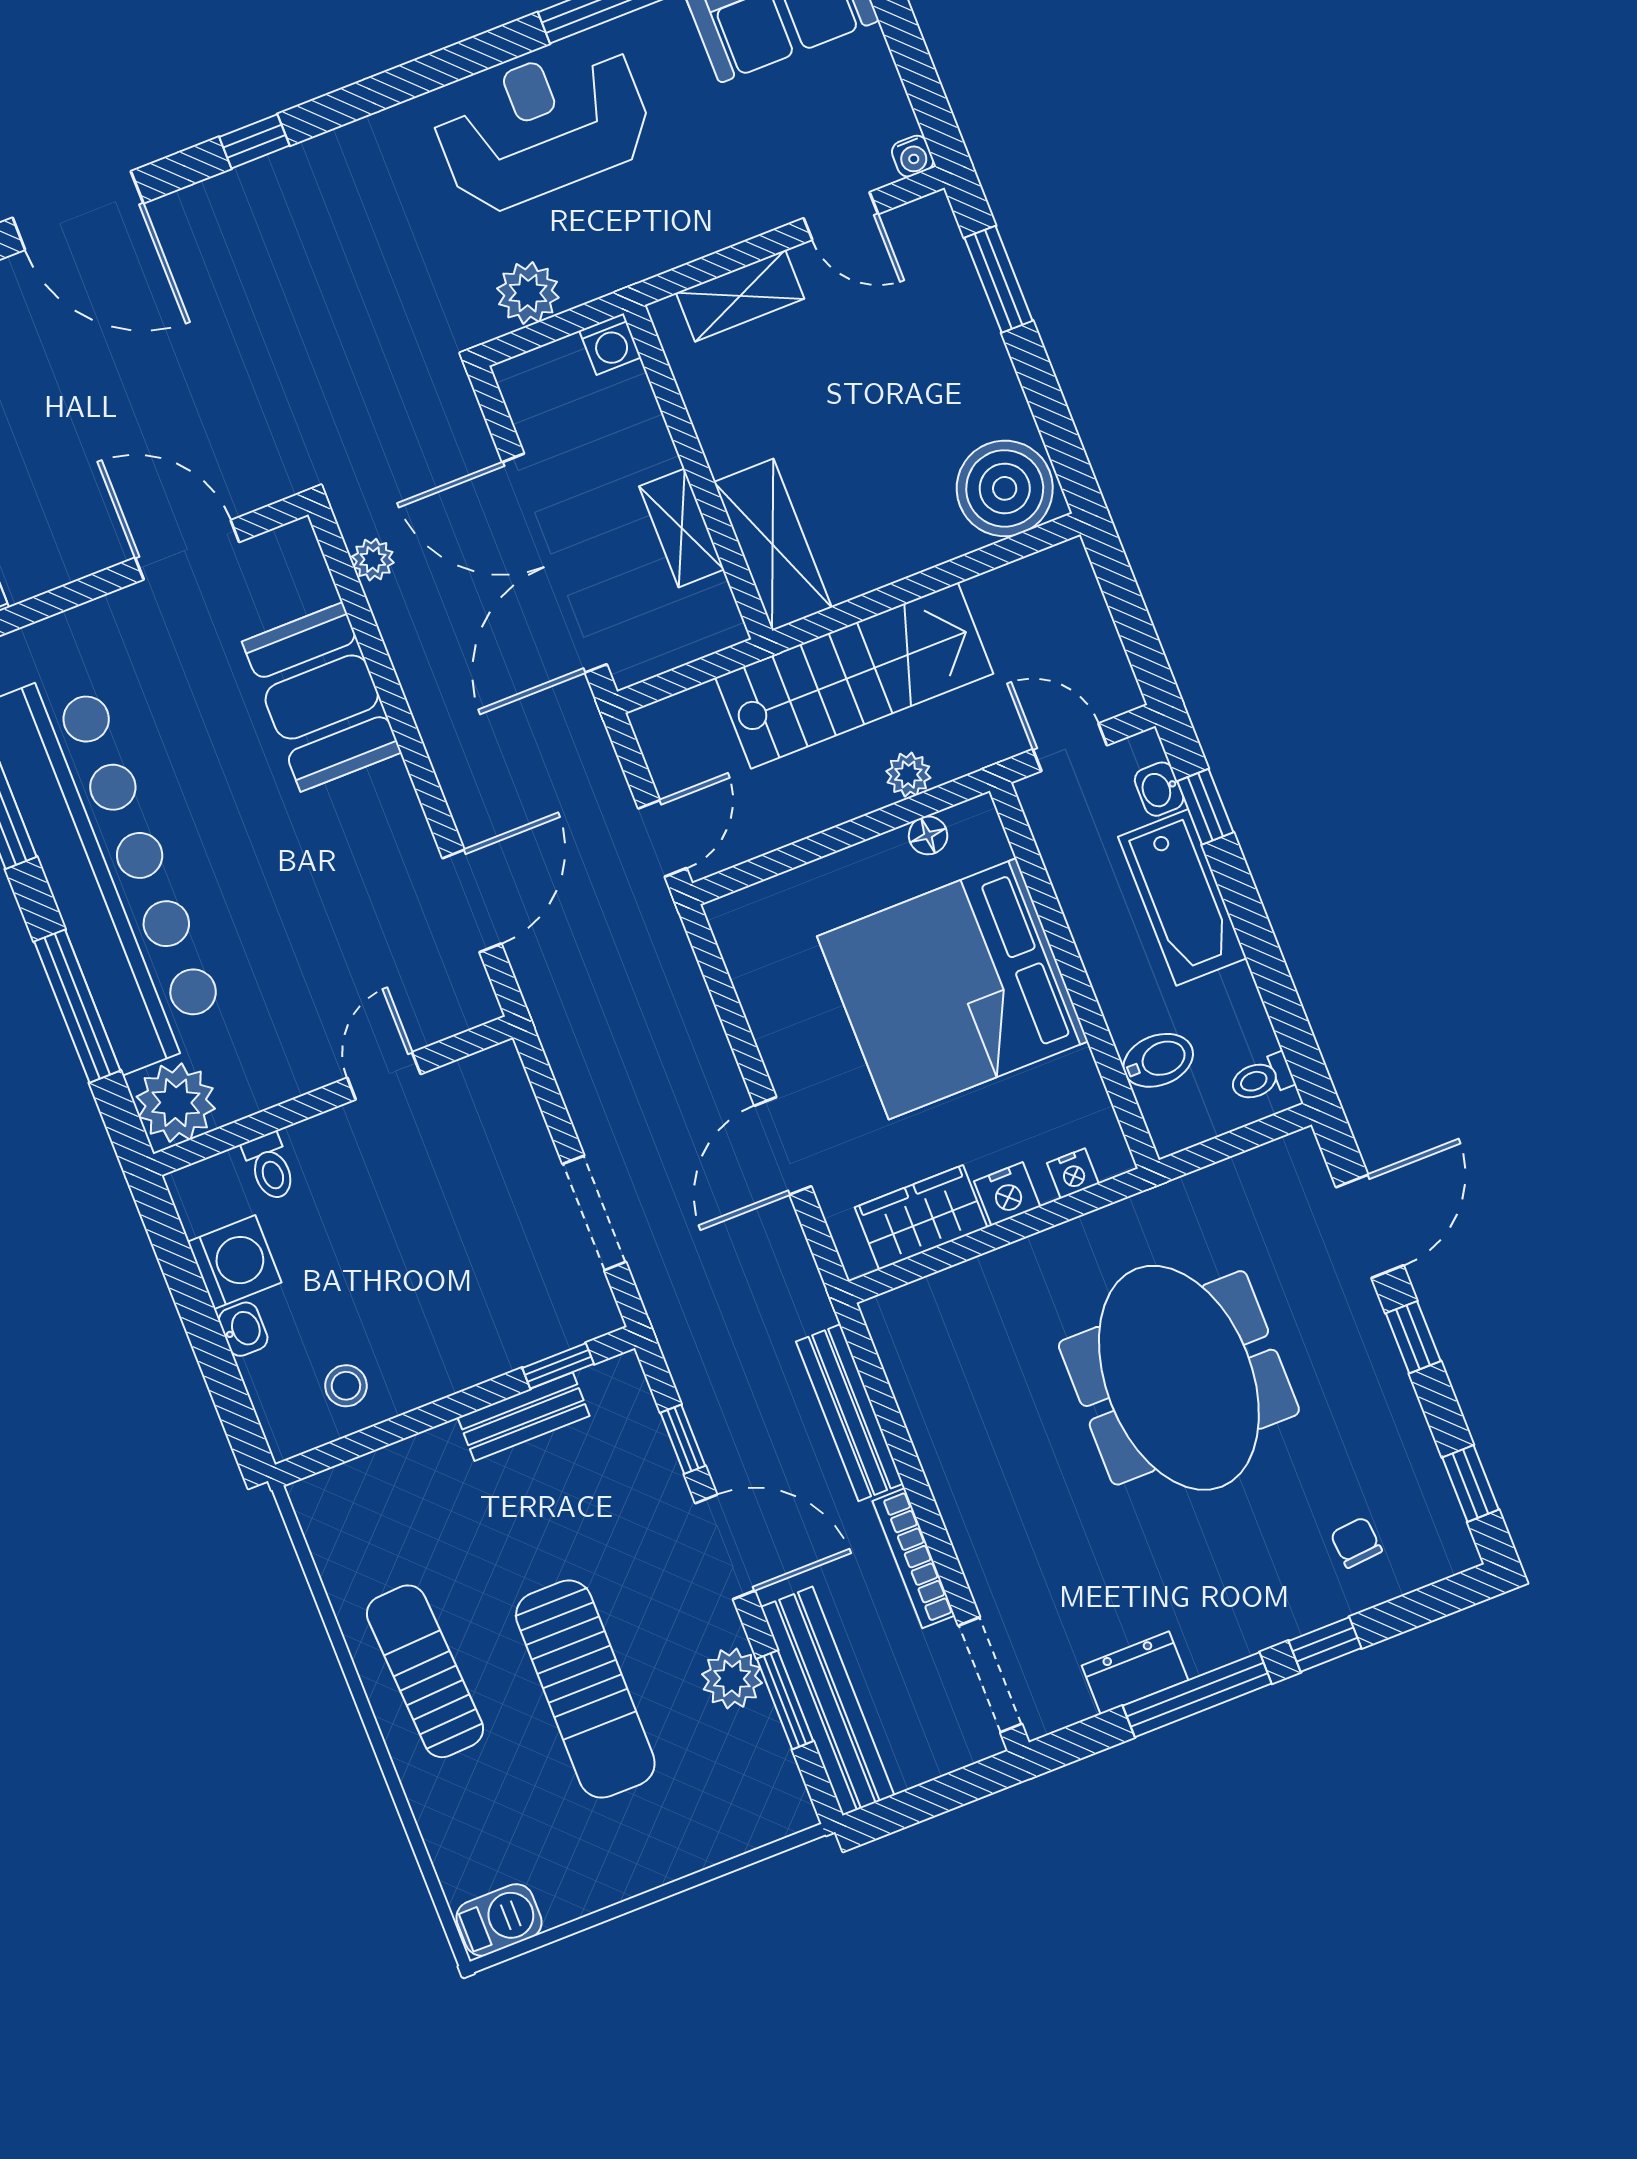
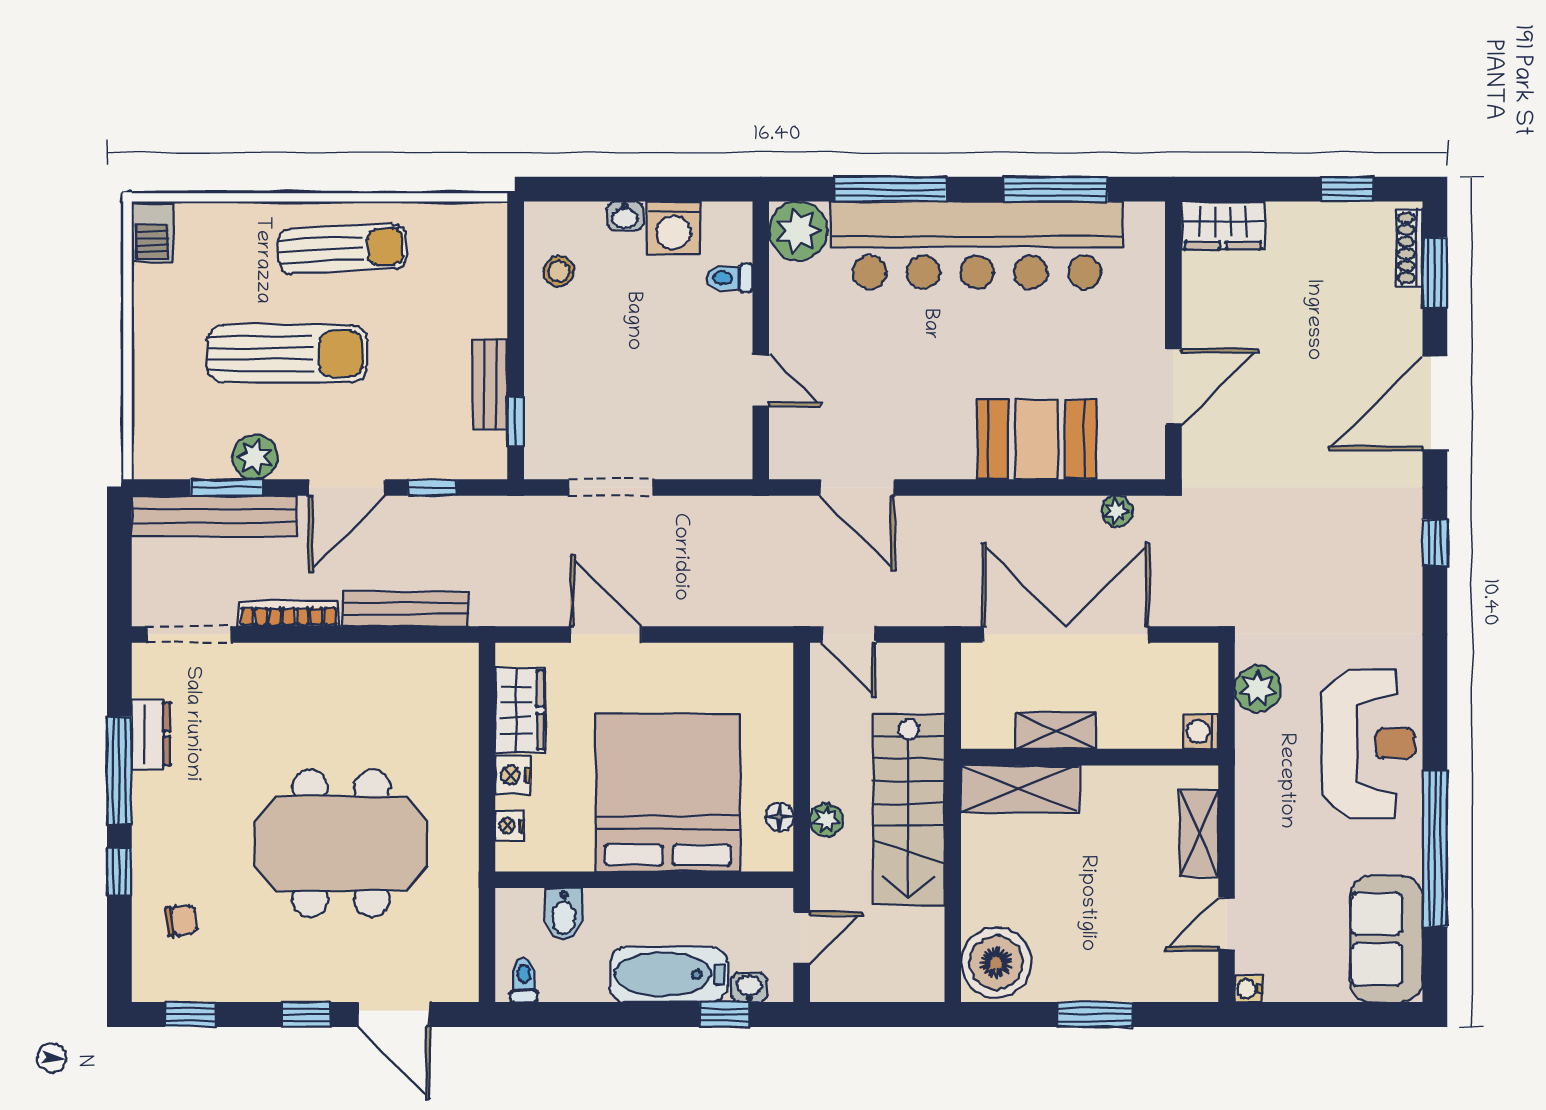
window: (999, 279) -> (1095, 1015), moved
sun lounger: (585, 1689) -> (287, 354), turned 180

